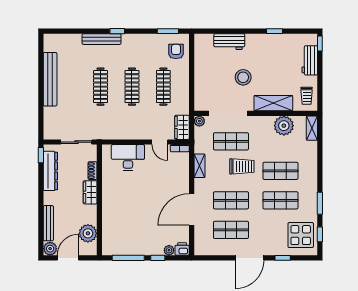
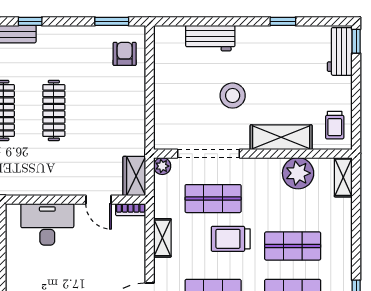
workbench: (310, 60) -> (340, 51), moved
clothes rail: (163, 87) -> (104, 110), removed
trolley: (242, 166) -> (231, 239), turned 180

